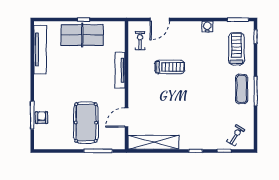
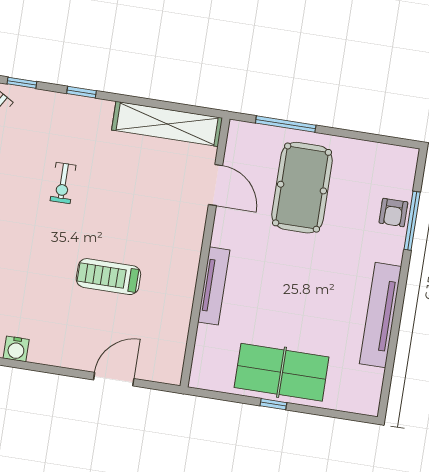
exercise bike: (140, 41) -> (63, 183), moved
tv unit: (40, 50) -> (380, 315), moved
door: (126, 117) -> (216, 185), hinge flipped

